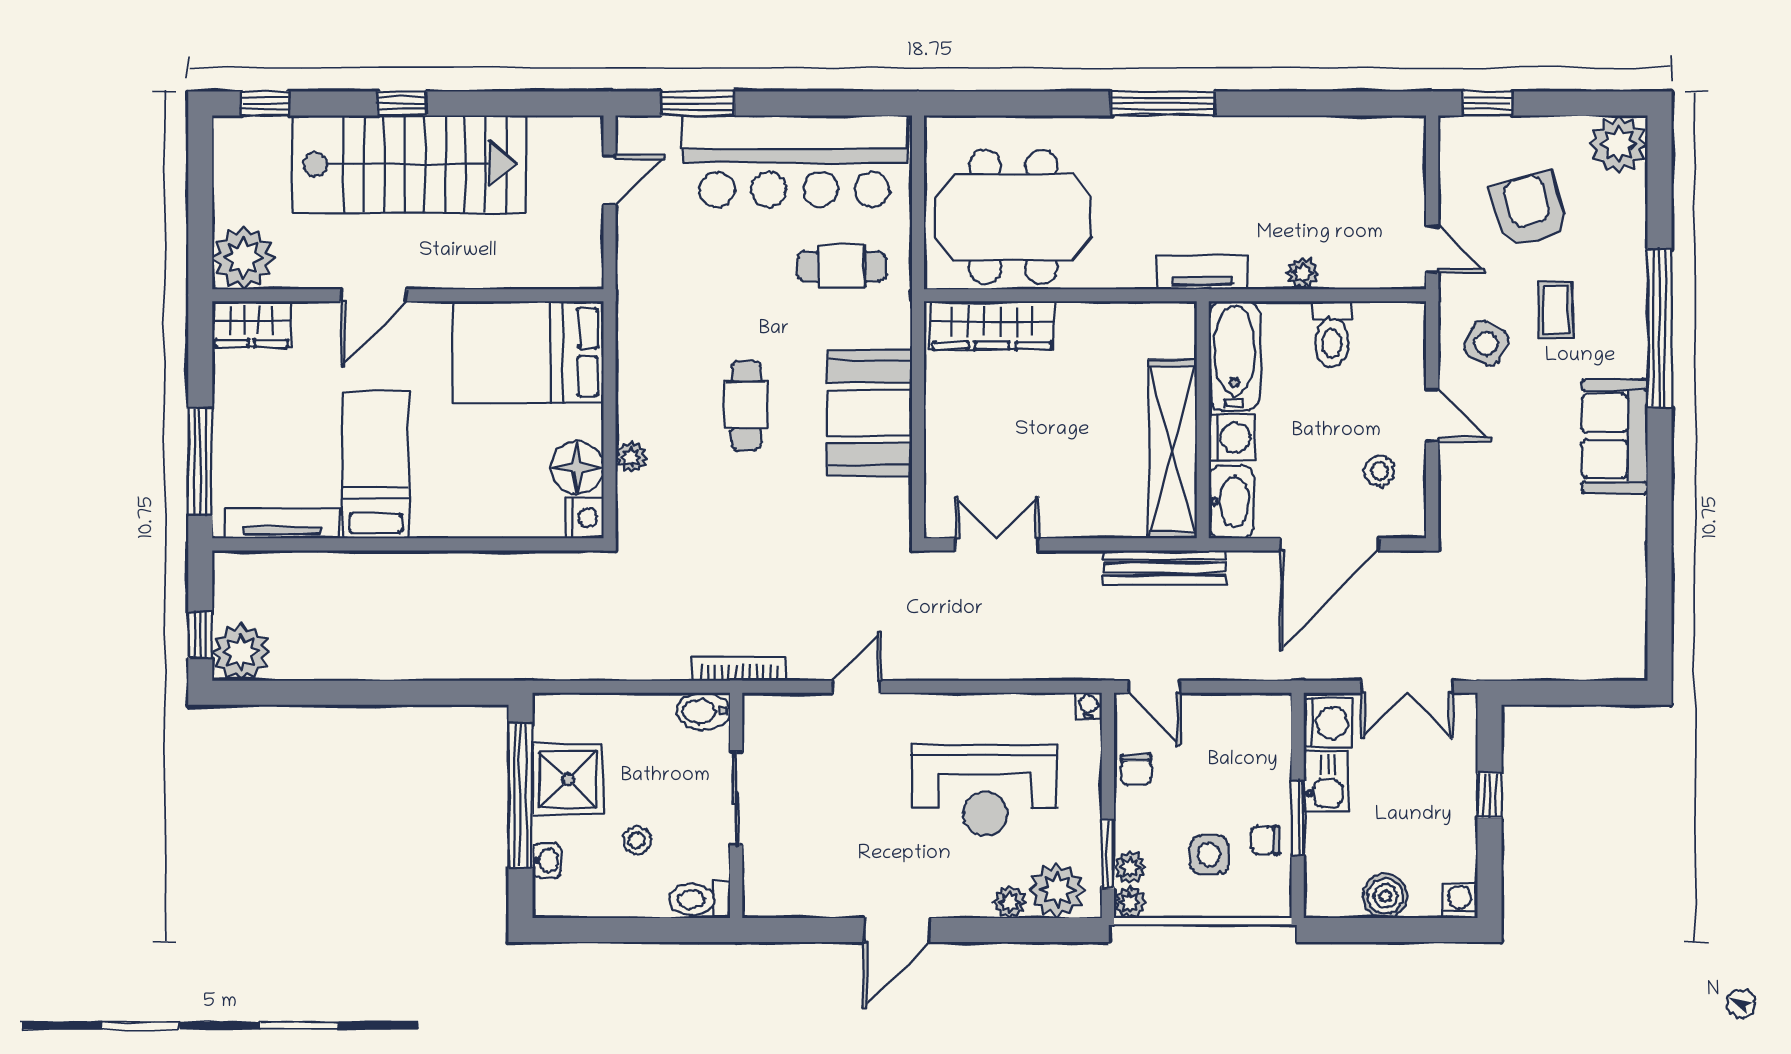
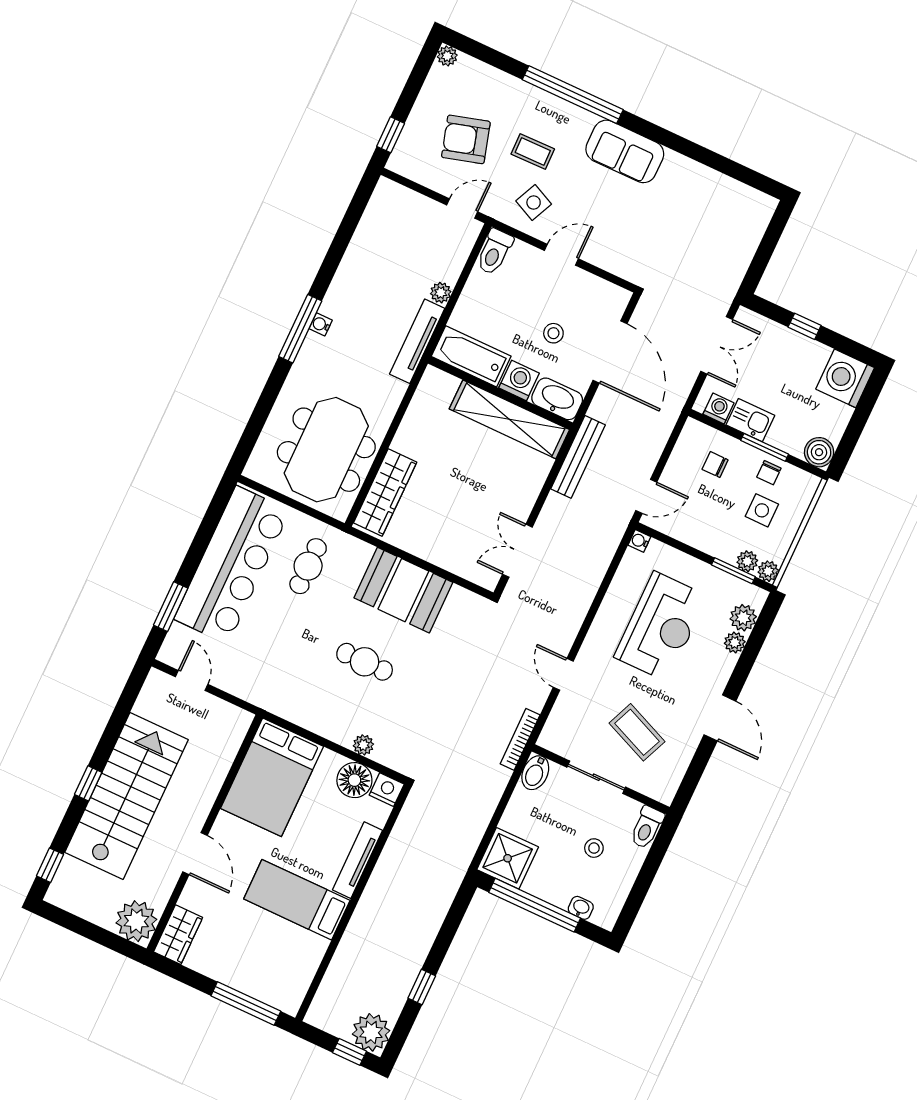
water cooler: (1182, 129) -> (321, 324), added
plant: (1619, 144) -> (447, 56), width x0.53, depth x0.53
tv unit: (1202, 272) -> (417, 341), width x1.41
toilet: (1332, 334) -> (494, 252), moved, turned 90
stool: (1380, 471) -> (553, 333), moved
tv unit: (282, 523) -> (358, 860), moved
window: (336, 693) -> (422, 987), added
washing machine: (1328, 723) -> (718, 408), width x0.73, depth x0.73
chair: (1136, 770) -> (715, 465), moved, turned 180
shower: (568, 779) -> (508, 858), moved
coffee table: (824, 825) -> (637, 732), added
plant: (1057, 890) -> (743, 618), width x0.73, depth x0.73
boiler: (1385, 896) -> (819, 452), moved
washing machine: (1460, 900) -> (845, 378), width x1.89, depth x1.89

